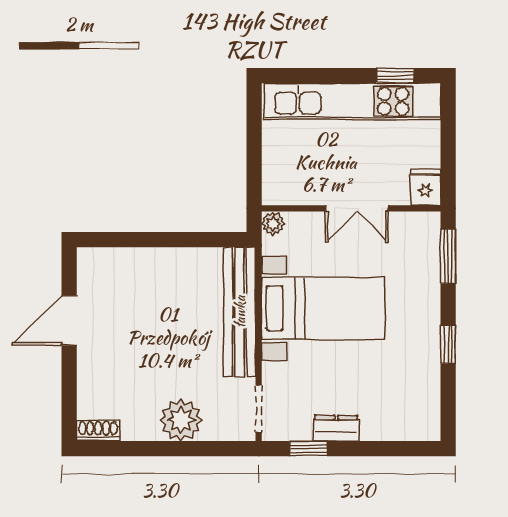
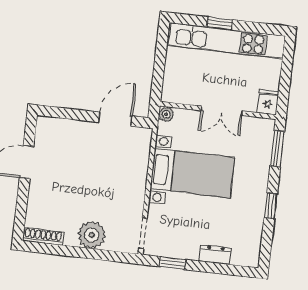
window: (395, 76) -> (220, 23), moved
door: (197, 240) -> (115, 119), added
bench: (240, 312) -> (138, 169), removed
dresser: (336, 428) -> (215, 255), moved
shoe rack: (98, 431) -> (43, 236), width x1.43

